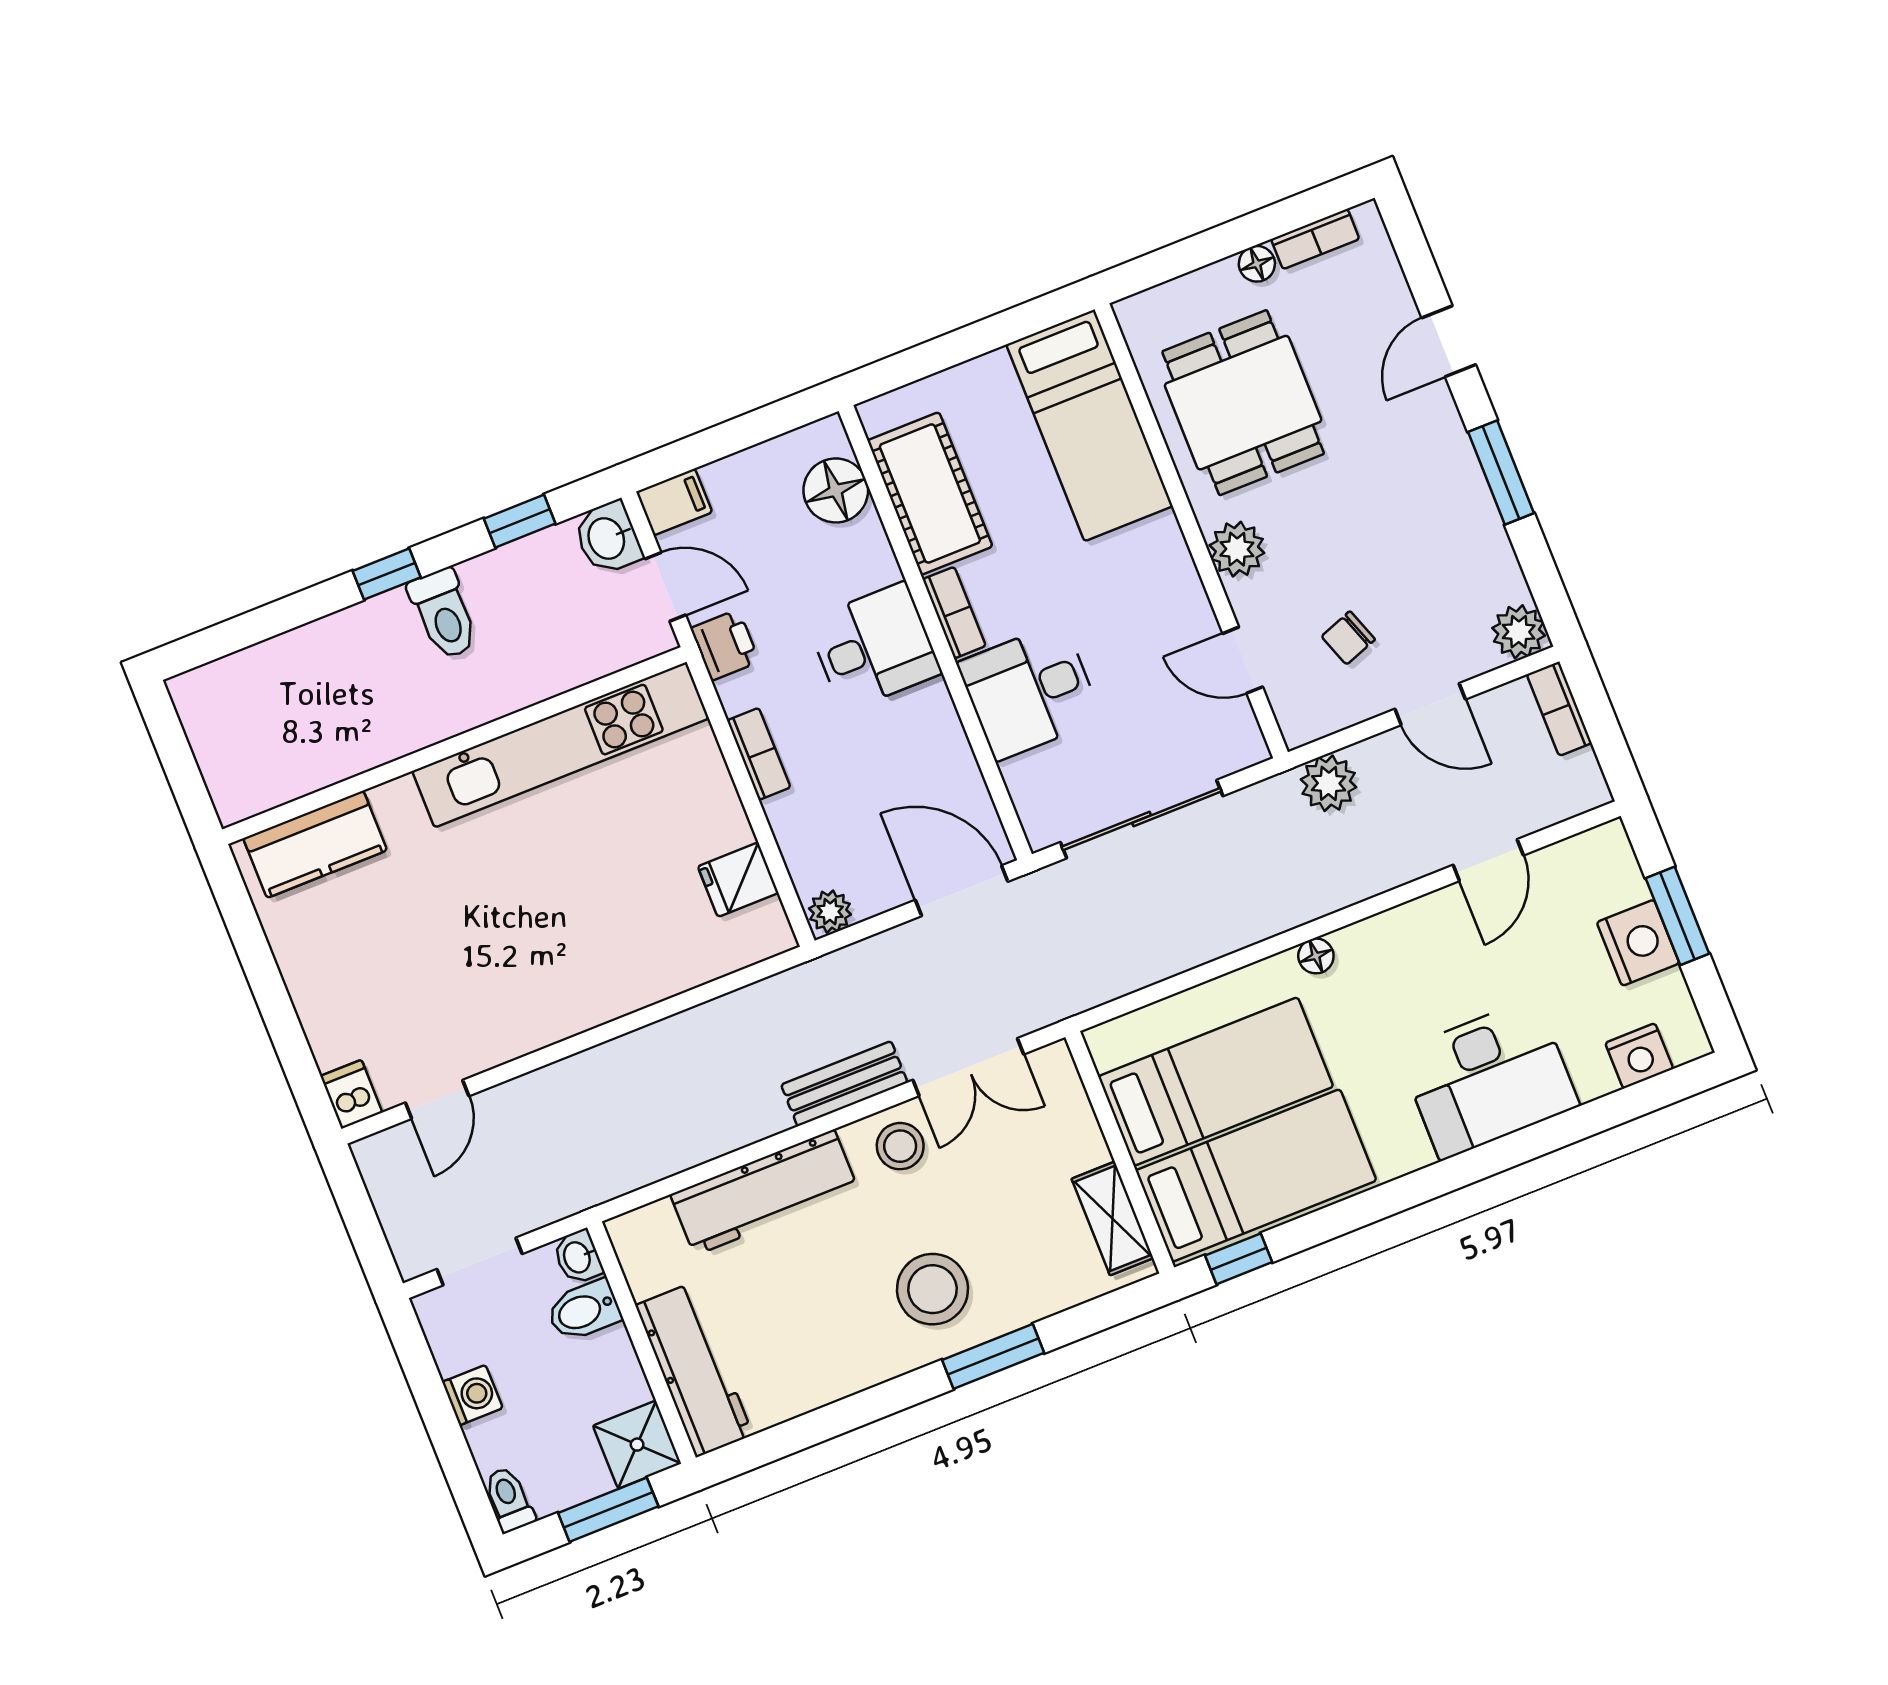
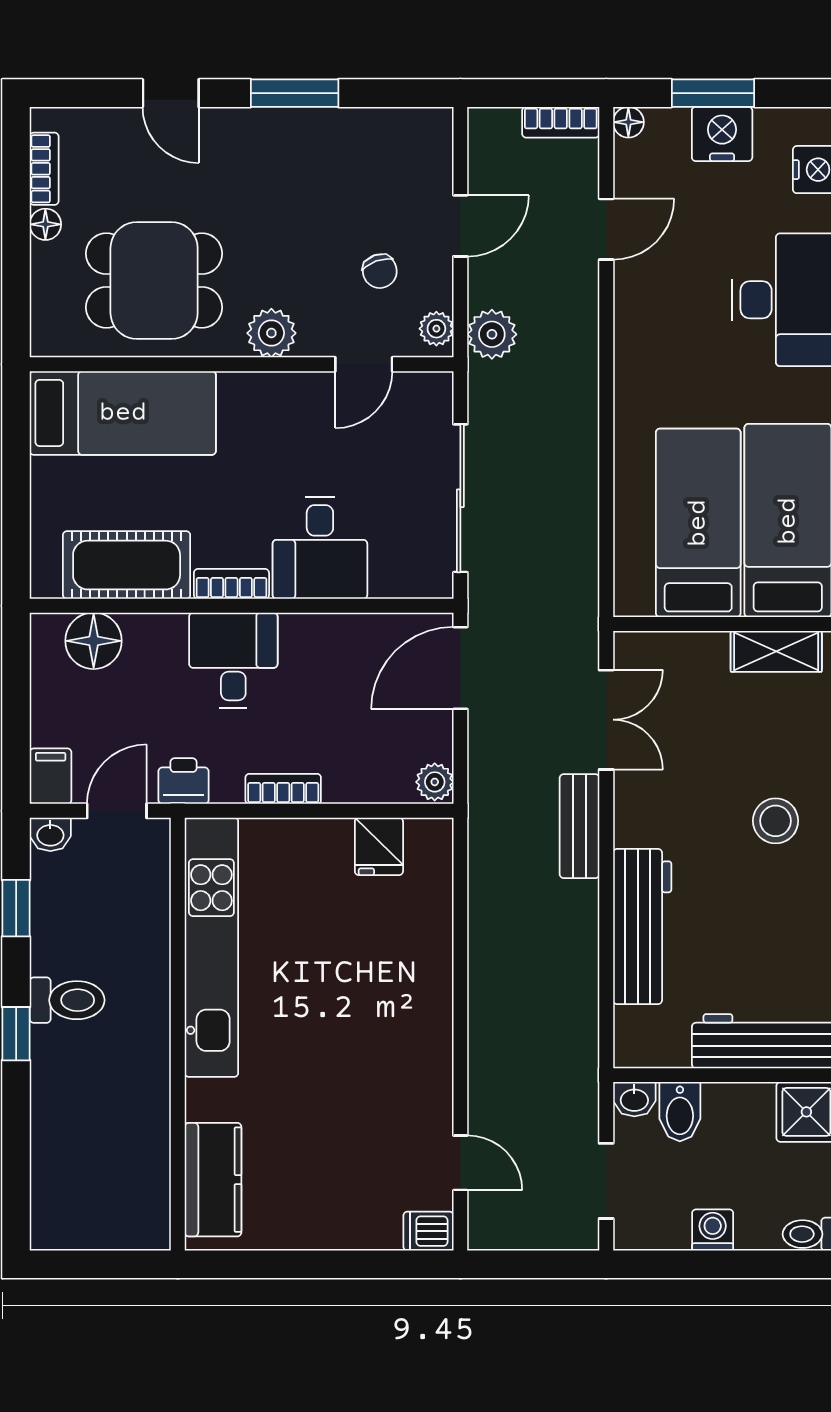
washbasin: (608, 538) -> (50, 834), width x0.72, depth x0.69
plant: (1519, 632) -> (436, 329), moved, width x0.73, depth x0.73
bookcase: (1559, 709) -> (561, 122), moved
door: (1488, 860) -> (606, 229), hinge flipped
floor lamp: (1316, 956) -> (628, 122), moved
stool: (900, 1146) -> (648, 801), removed
stool: (933, 1289) -> (776, 821), width x0.73, depth x0.73

